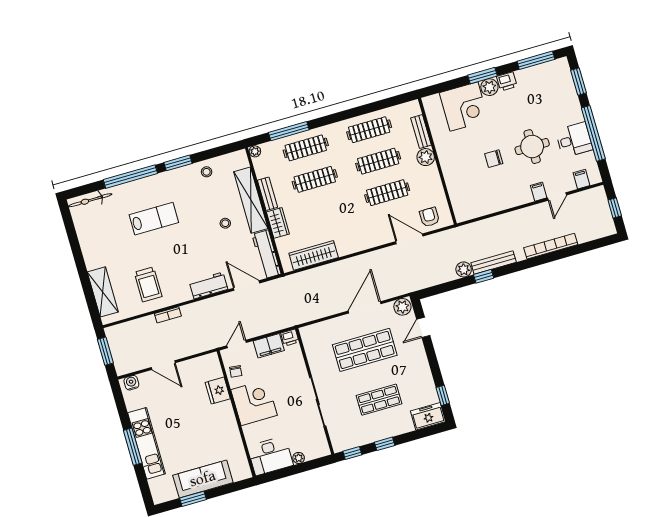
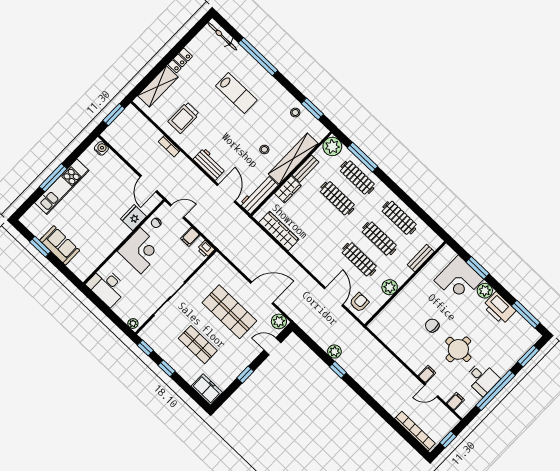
window: (482, 76) -> (478, 268), moved
printer: (507, 81) -> (499, 308), width x1.87, depth x1.48
plant: (255, 151) -> (332, 146), width x1.88, depth x1.88
plant: (426, 157) -> (390, 287), moved
window: (178, 163) -> (312, 109), moved
bookcase: (551, 246) -> (415, 431), moved
locker: (90, 255) -> (180, 60), added
bench: (494, 262) -> (353, 371), removed
filing cabinet: (269, 346) -> (190, 237), width x0.50
door: (163, 365) -> (149, 184), moved
window: (443, 395) -> (245, 375), moved
plant: (299, 458) -> (133, 323), moved
sofa: (203, 479) -> (60, 245), width x0.73

